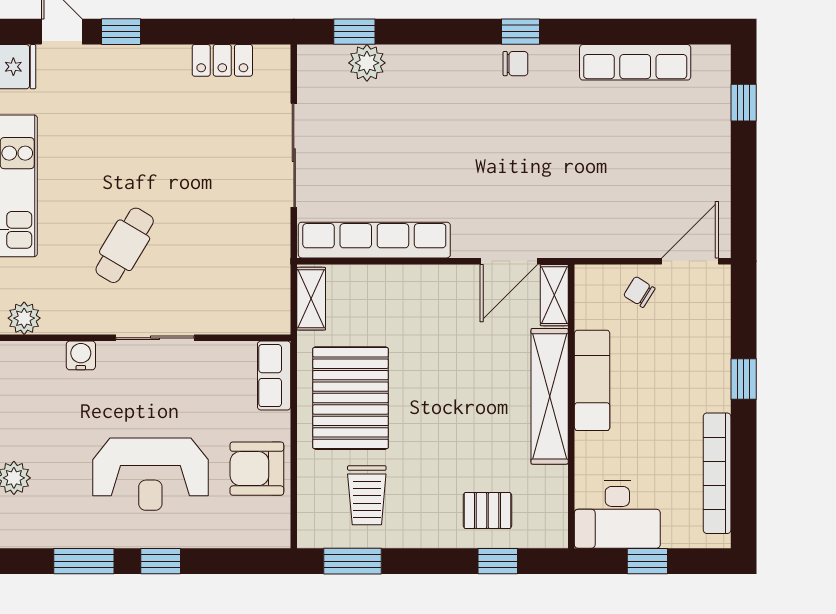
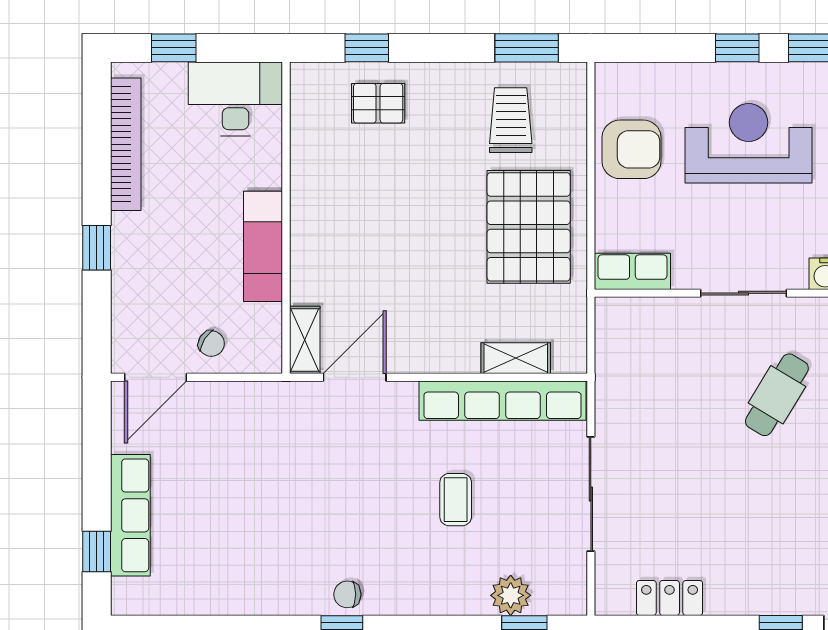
row of seats: (635, 62) -> (130, 515), moved, turned 90
coffee table: (417, 150) -> (456, 500), added
shelving: (311, 299) -> (516, 358), moved, turned 90
row of seats: (274, 376) -> (632, 271), moved, turned -90
shelving: (550, 396) -> (310, 229), removed
window: (647, 561) -> (174, 48), moved

